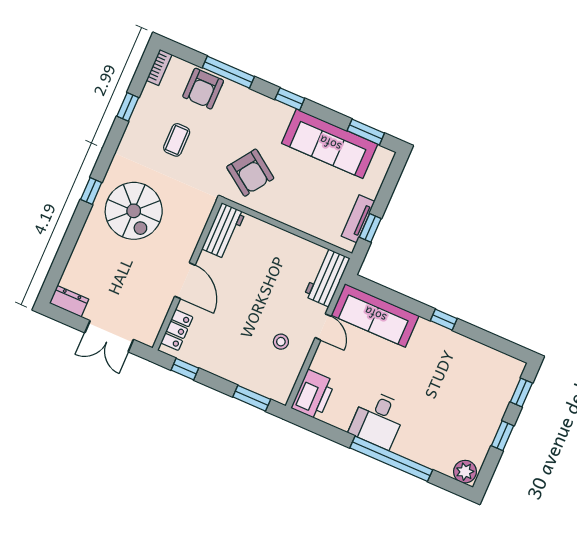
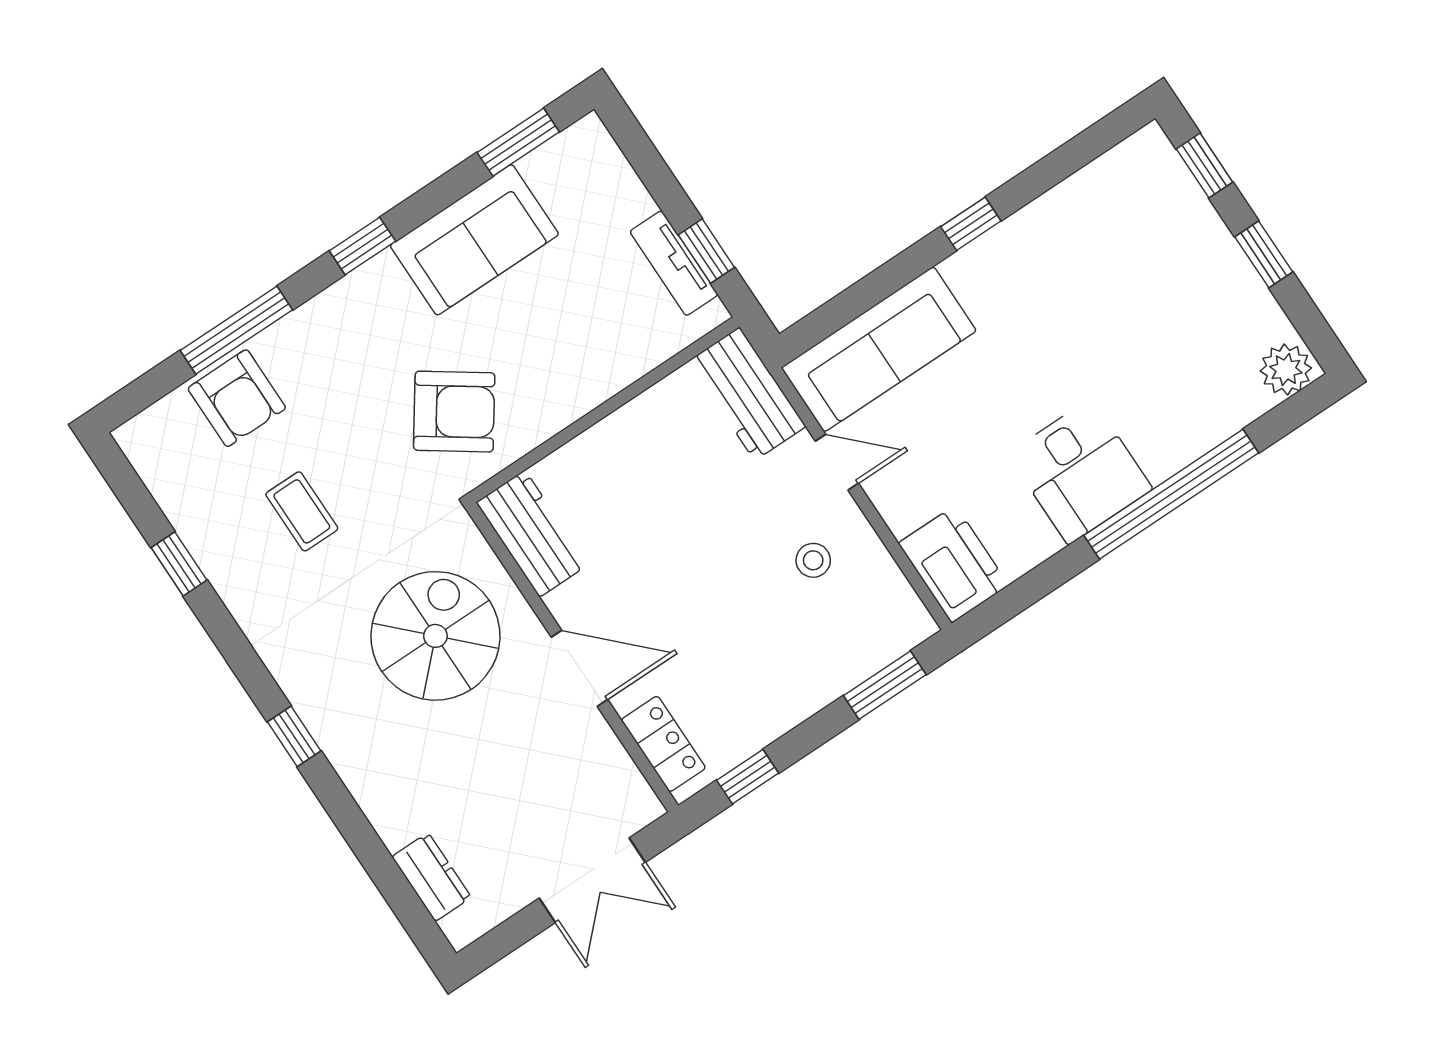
bookcase: (159, 67) -> (143, 456), removed
sofa: (330, 144) -> (474, 240), width x0.73
spiral stairs: (134, 211) -> (435, 636), moved, turned -90
dresser: (69, 301) -> (432, 877), moved, turned 90

